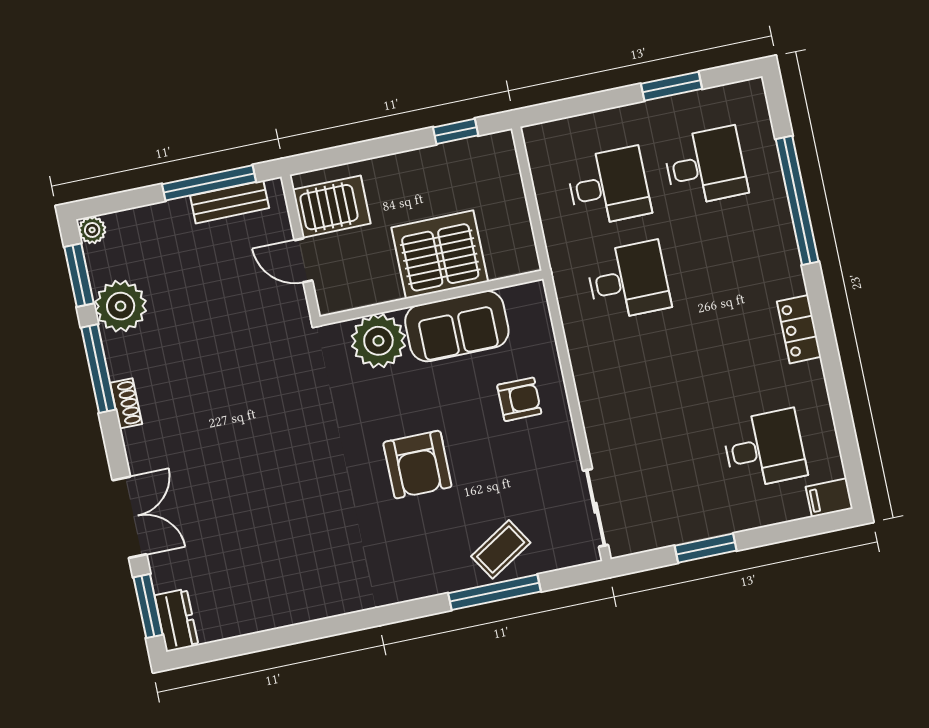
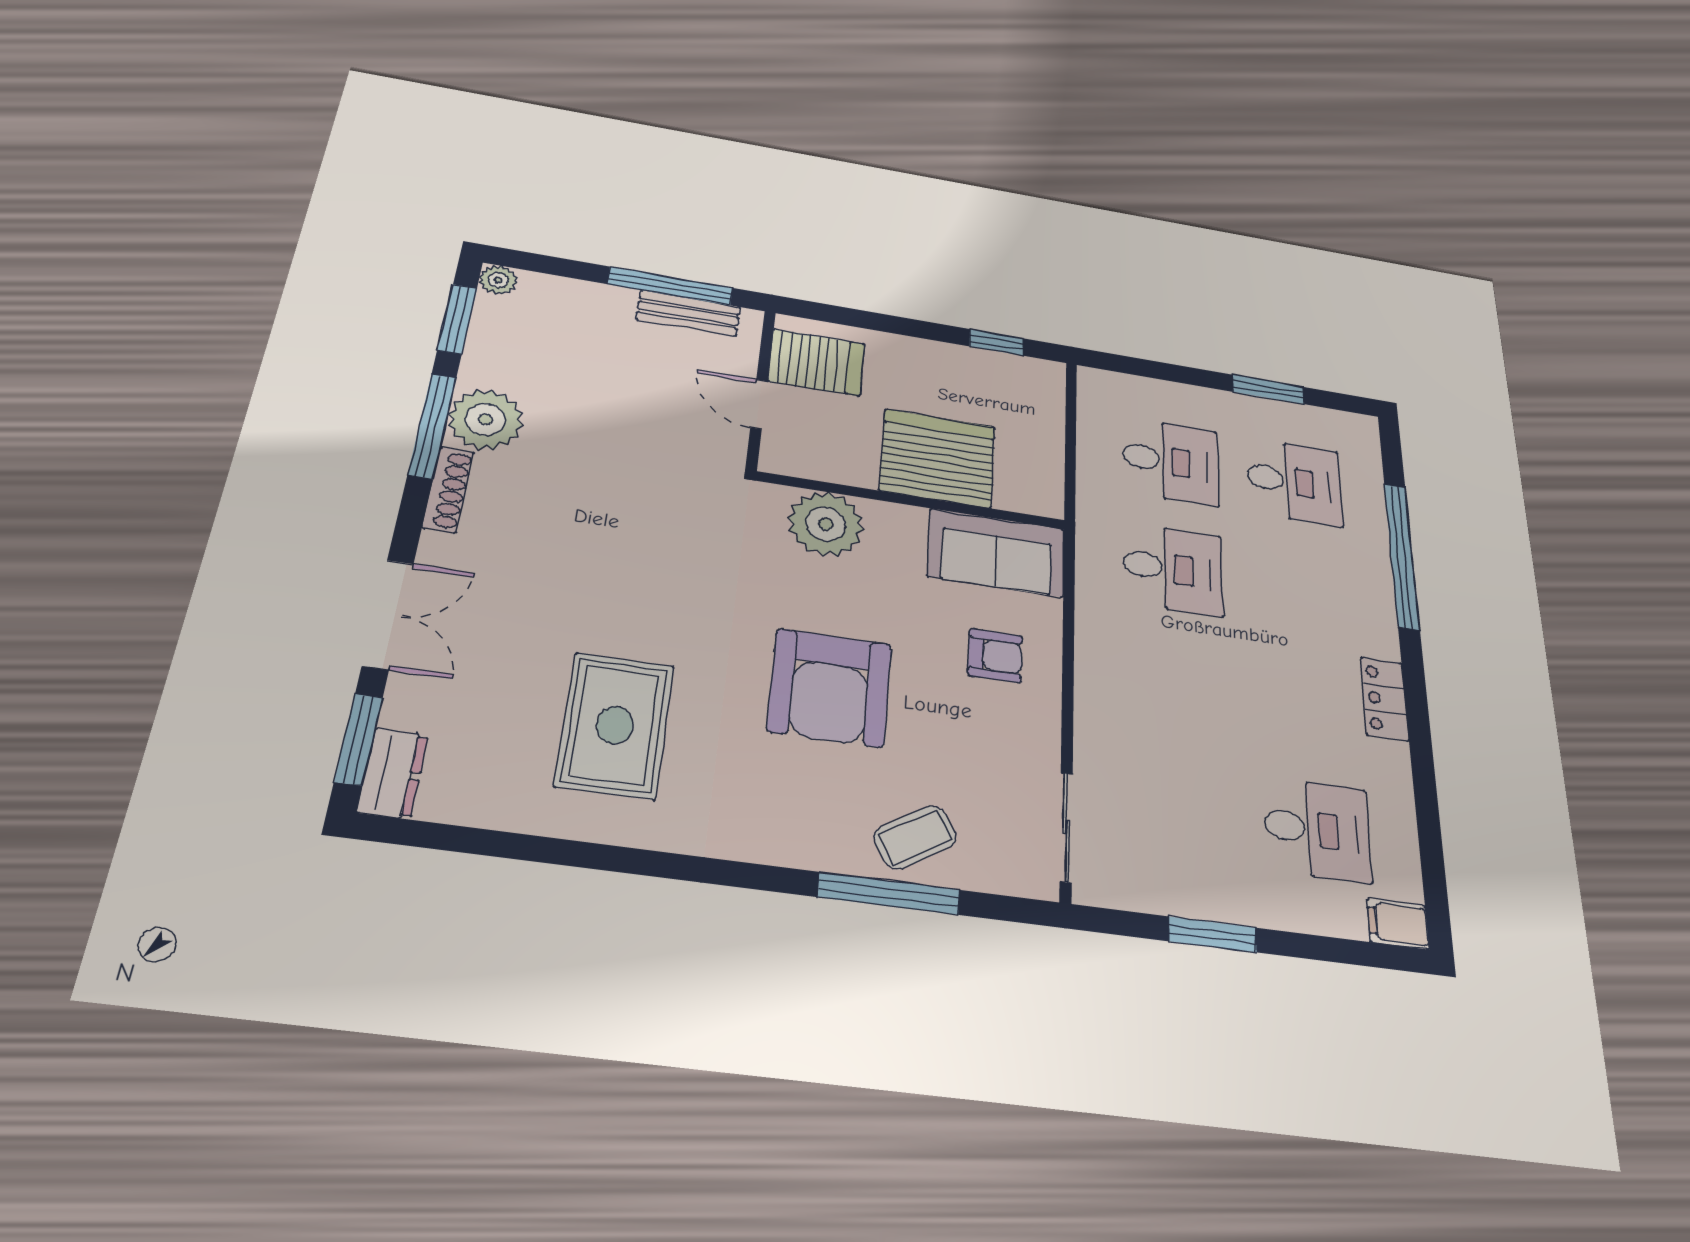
plant: (121, 306) -> (486, 419), moved
sofa: (457, 326) -> (996, 553), moved
shoe rack: (126, 403) -> (448, 490), width x1.43
armchair: (417, 465) -> (830, 687), width x1.36, depth x1.36
rug: (293, 541) -> (615, 725), added

